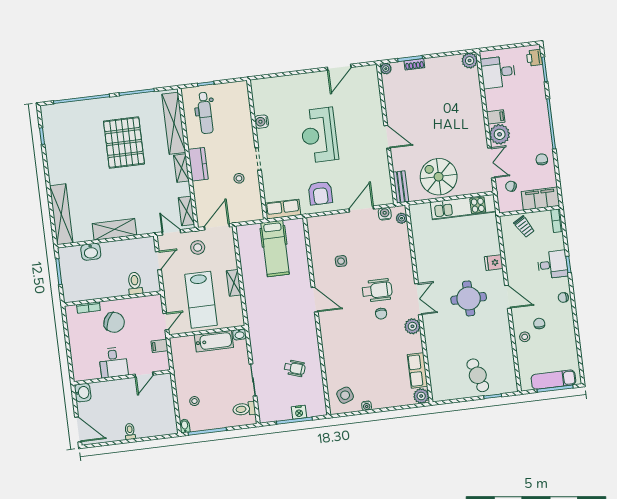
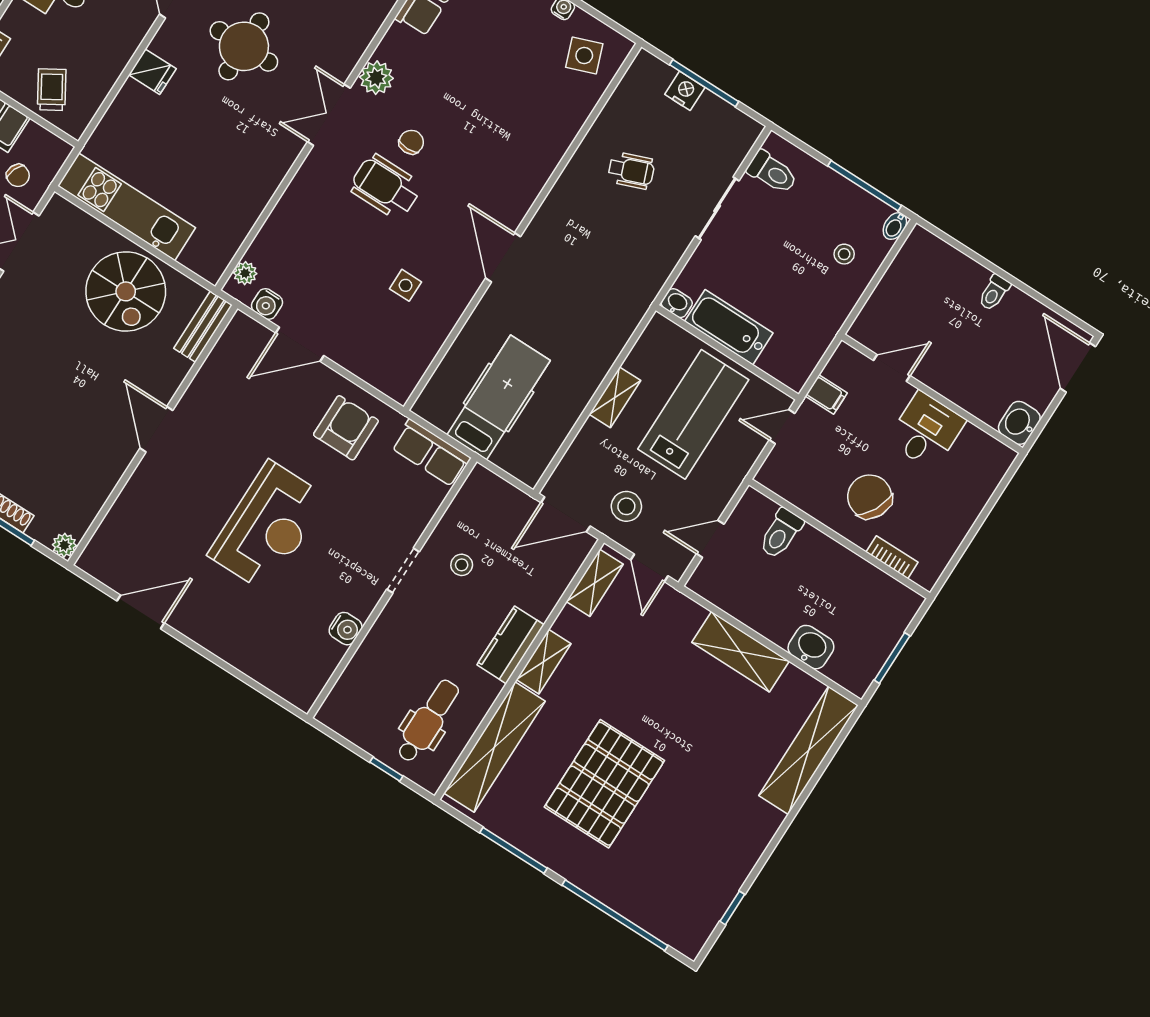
wheelchair: (295, 368) -> (631, 171), turned 141

